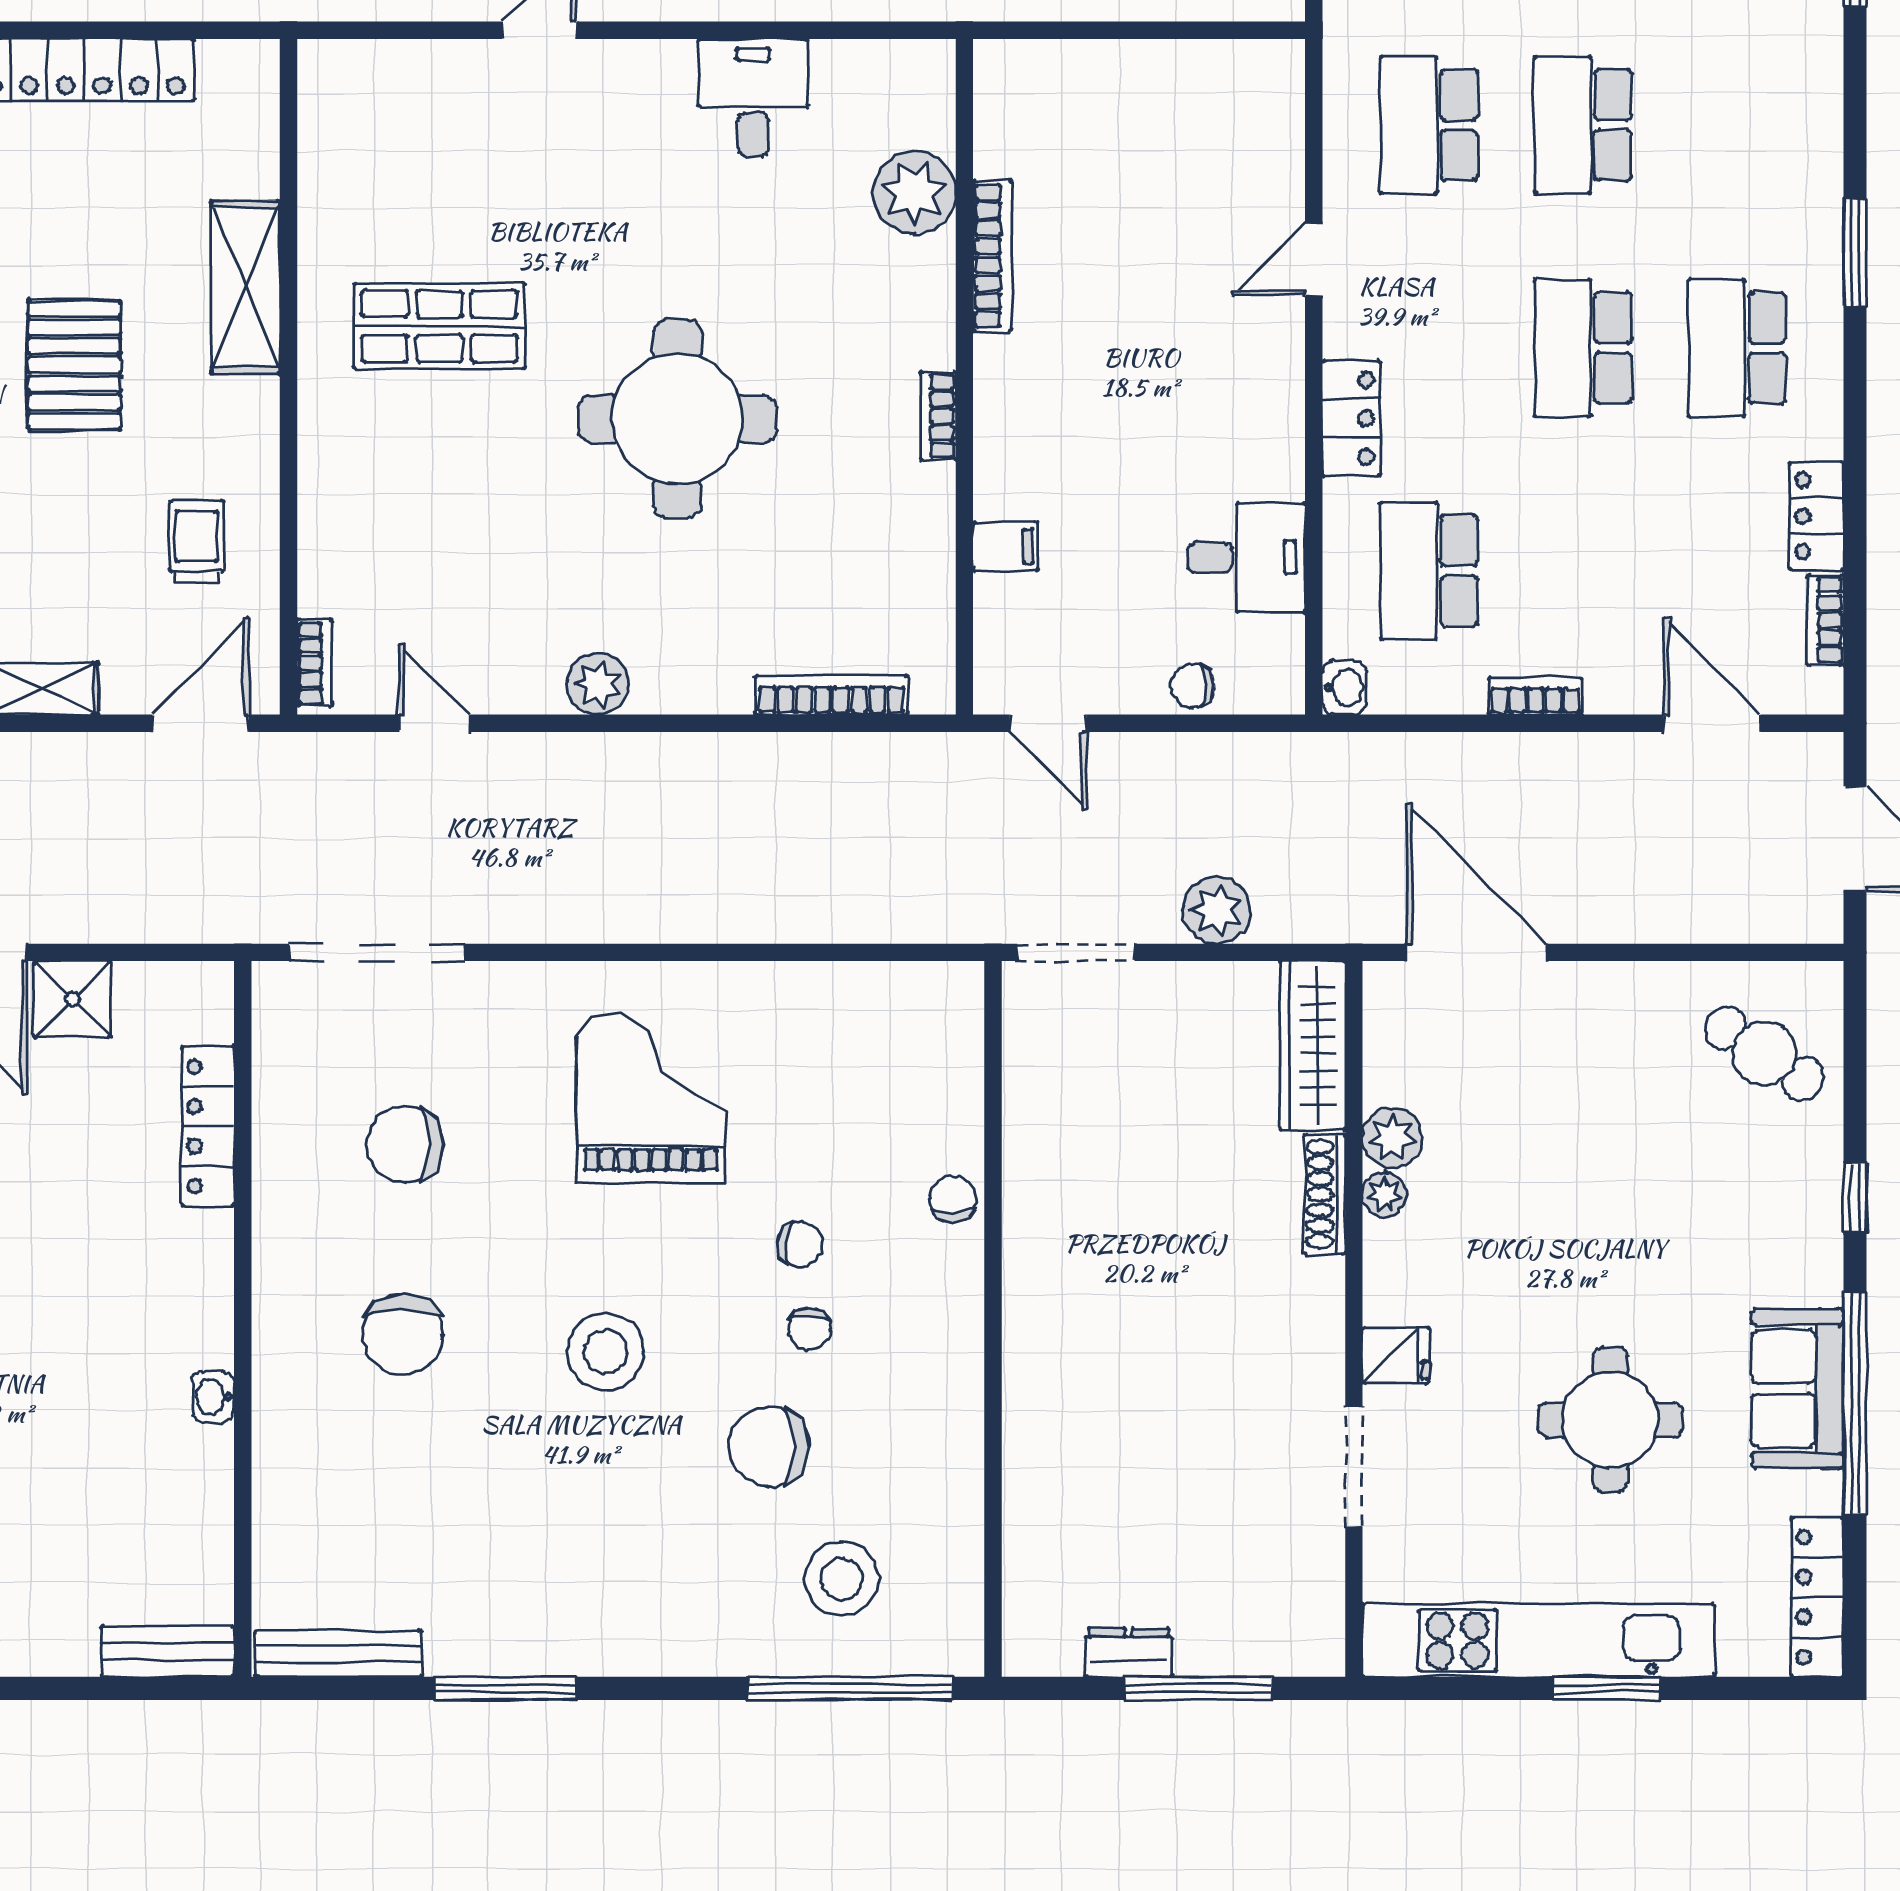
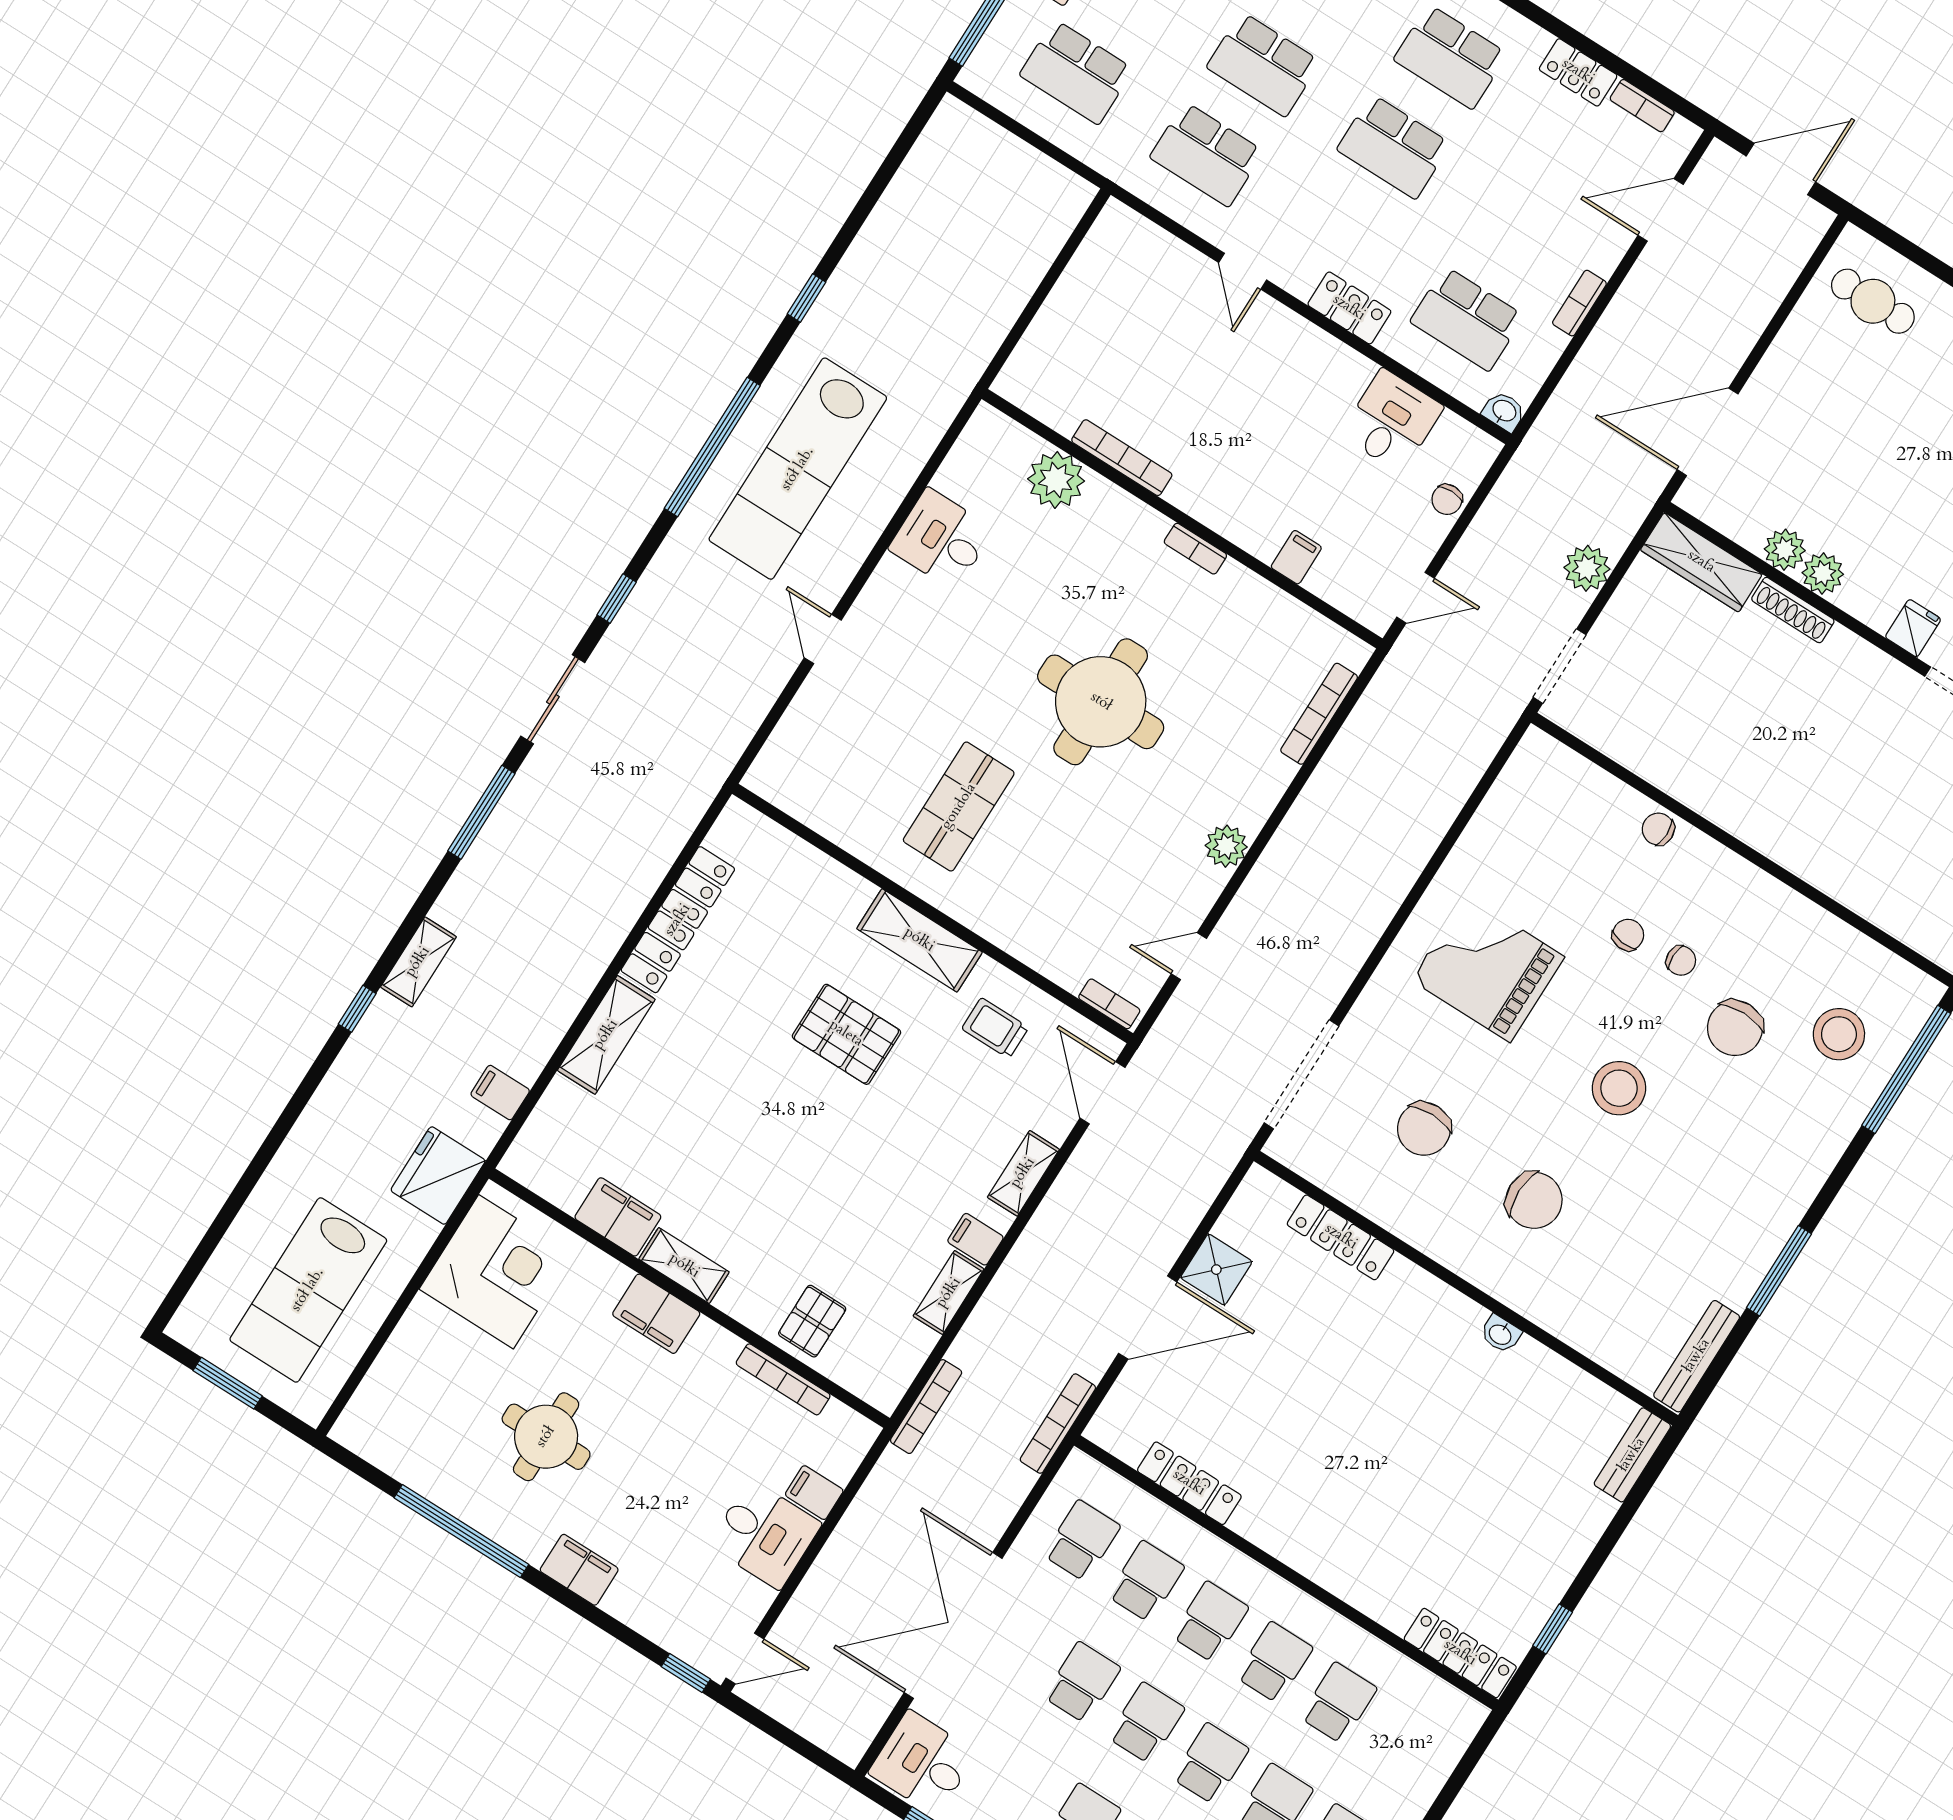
shelving: (245, 287) -> (919, 940), moved
cafe table: (1764, 1053) -> (1873, 301), turned 57
plant: (1384, 1194) -> (1823, 573), width x1.38, depth x1.38

